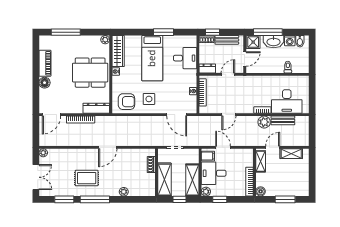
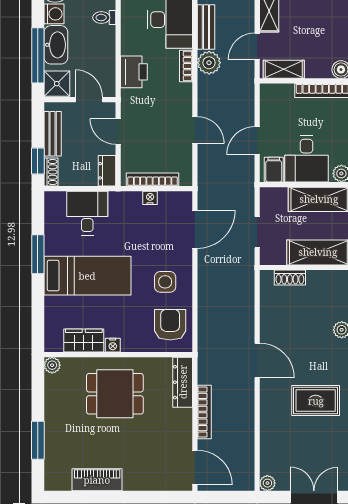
window: (66, 32) -> (38, 440), width x0.69
wardrobe: (118, 51) -> (84, 341), width x0.67
dining table: (90, 73) -> (115, 394), width x0.73
floor lamp: (45, 83) -> (134, 481), removed
printer: (259, 83) -> (134, 72), added
door: (273, 147) -> (257, 46), hinge flipped
rug: (87, 178) -> (316, 401), turned 90

